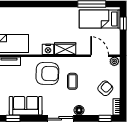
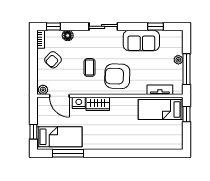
nightstand: (48, 49) -> (79, 103), moved
floor lamp: (79, 110) -> (68, 35), moved

